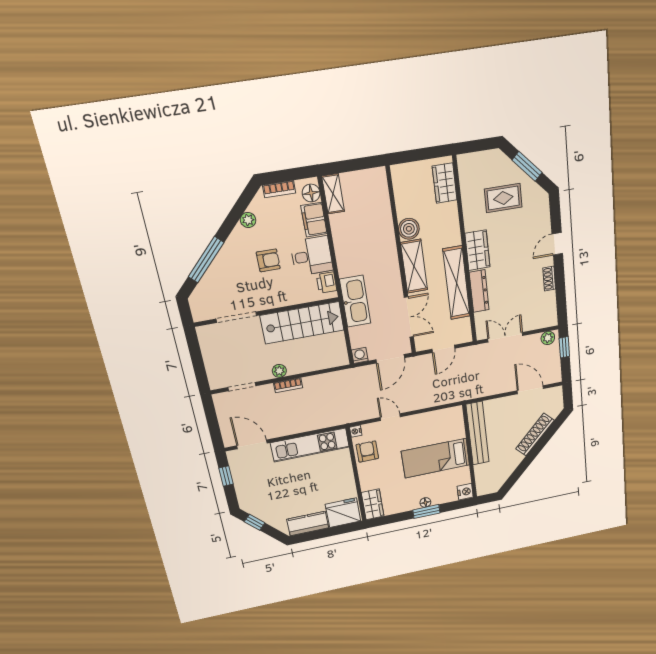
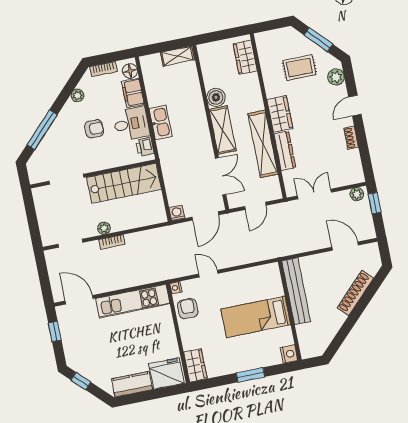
shelving: (333, 194) -> (177, 56), moved, turned 90
plant: (541, 211) -> (336, 77), added
kitchen sink: (355, 301) -> (161, 122), moved, width x0.73, depth x0.81
floor lamp: (425, 502) -> (249, 365), removed

